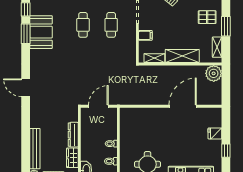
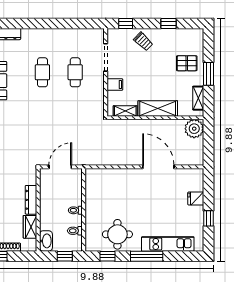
door: (183, 106) -> (158, 167), hinge flipped

